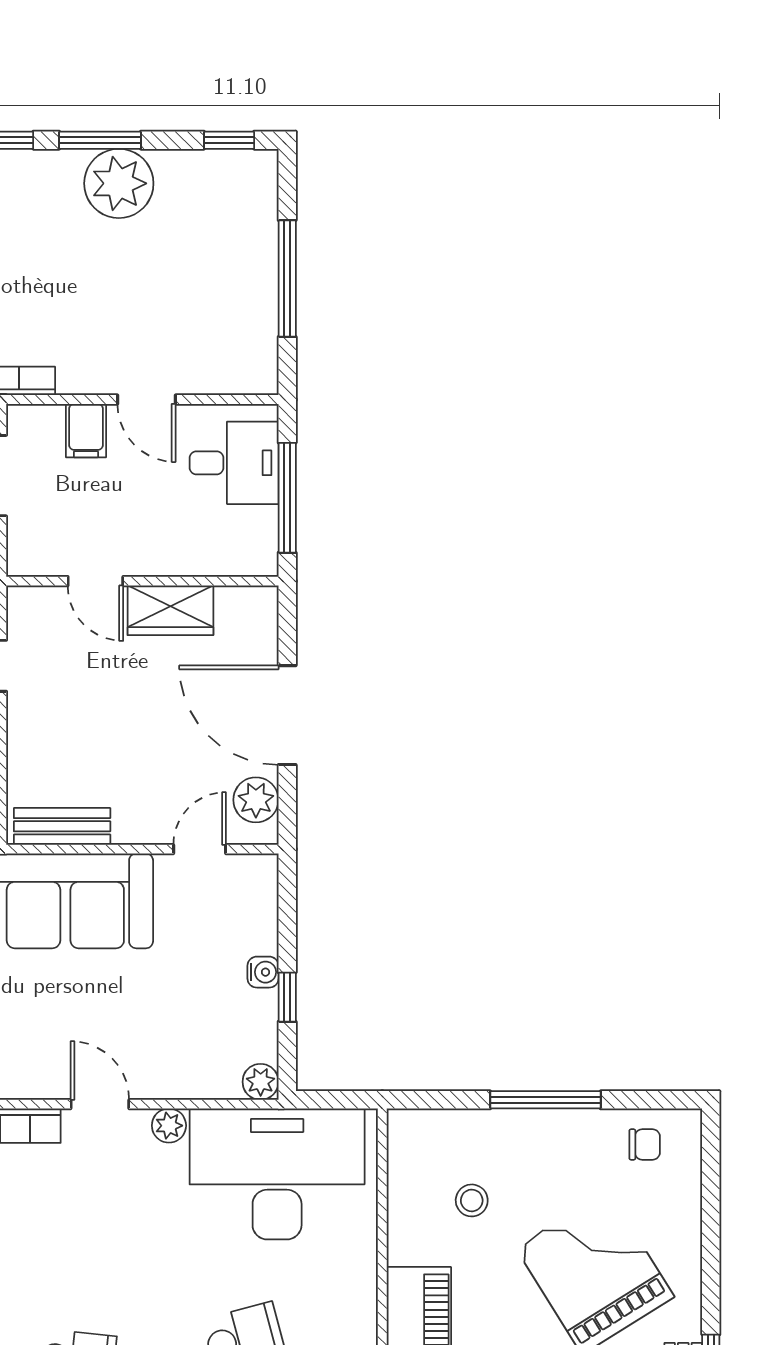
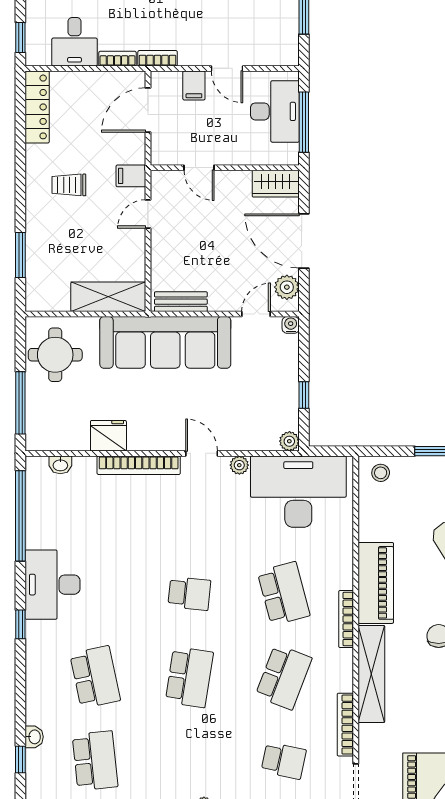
desk: (234, 463) -> (275, 111), width x1.37
wardrobe: (170, 610) -> (276, 184), moved
water cooler: (263, 972) -> (291, 325), moved, turned -90
stool: (472, 1200) -> (381, 473), moved

